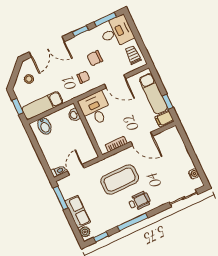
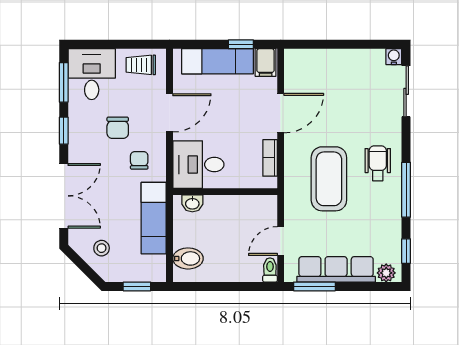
exam couch: (42, 105) -> (154, 218), moved
door: (76, 170) -> (281, 241), hinge flipped
water cooler: (194, 174) -> (394, 57), moved
row of seats: (78, 212) -> (336, 269), width x1.48

